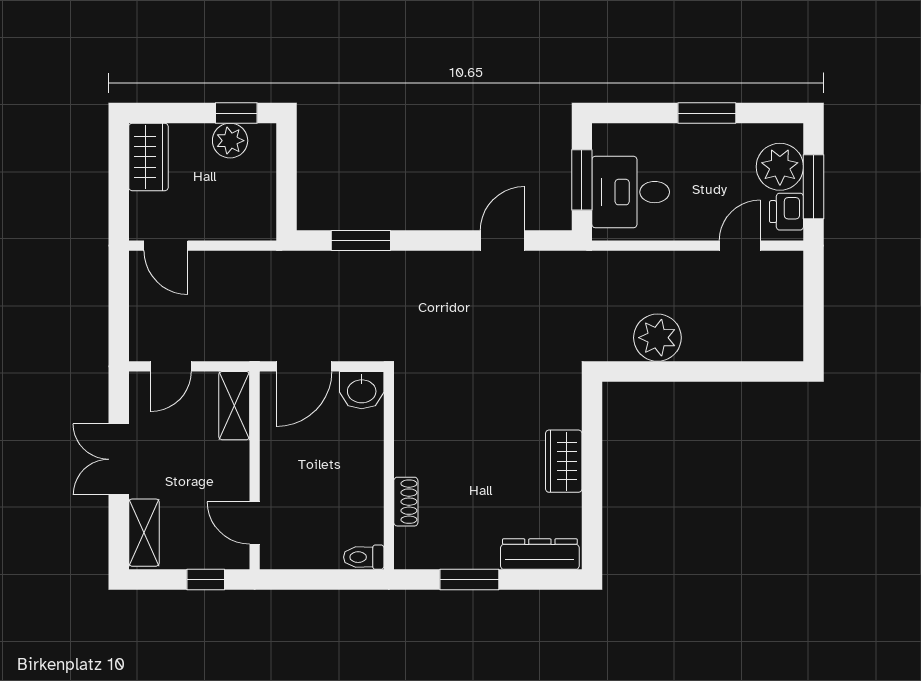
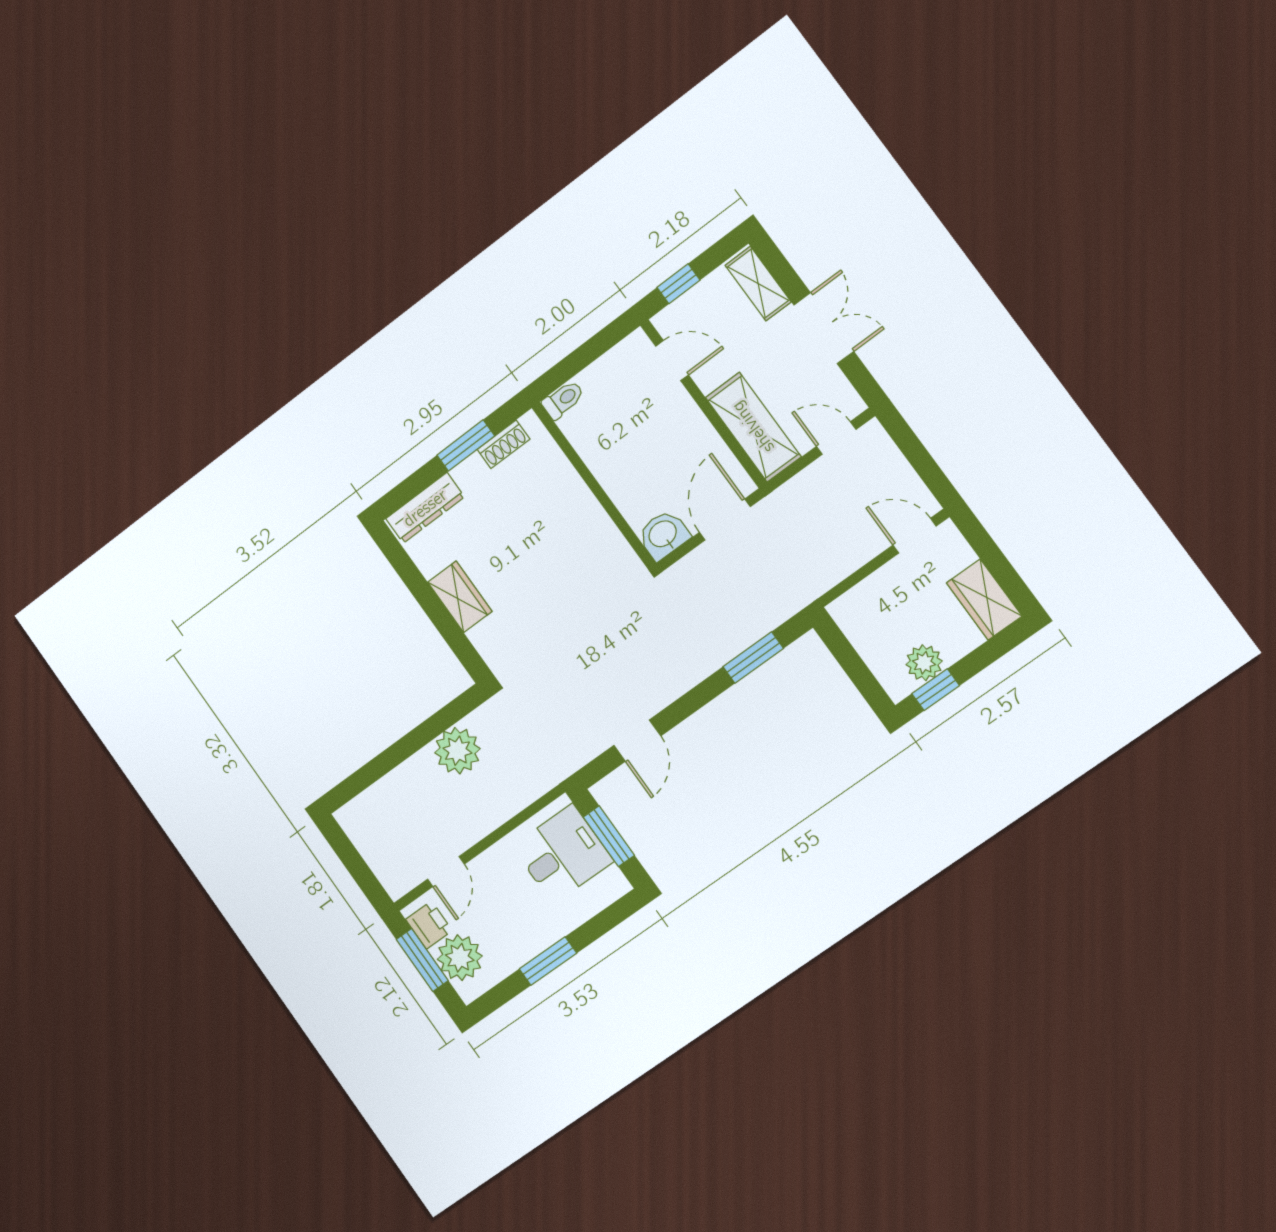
door: (171, 366) -> (836, 438), hinge flipped
shelving: (234, 406) -> (753, 427), width x1.50, depth x1.33
shoe rack: (406, 502) -> (504, 444), moved, turned -90

